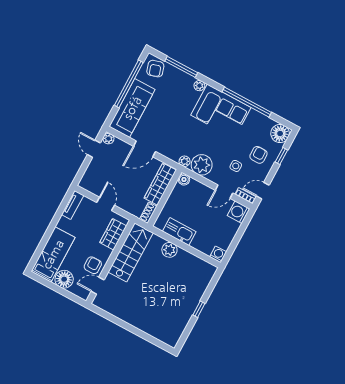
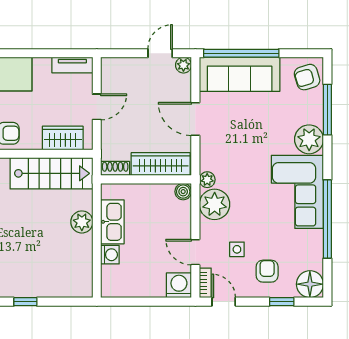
window: (129, 84) -> (241, 53), moved
plant: (199, 86) -> (309, 139), width x1.87, depth x1.87
armchair: (258, 155) -> (267, 271), turned -90
washing machine: (218, 254) -> (110, 255), moved

